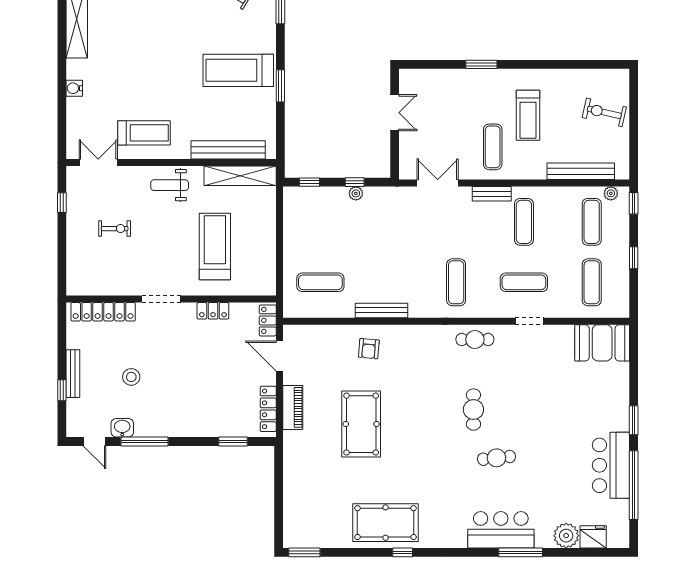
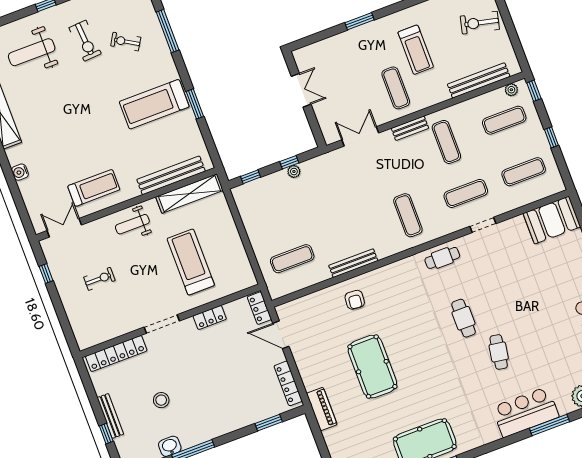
exercise mat: (592, 222) -> (504, 120), turned 90
exercise mat: (592, 282) -> (524, 172), turned 90
piano: (293, 407) -> (322, 409), moved
cafe table: (496, 458) -> (499, 352), turned -75

